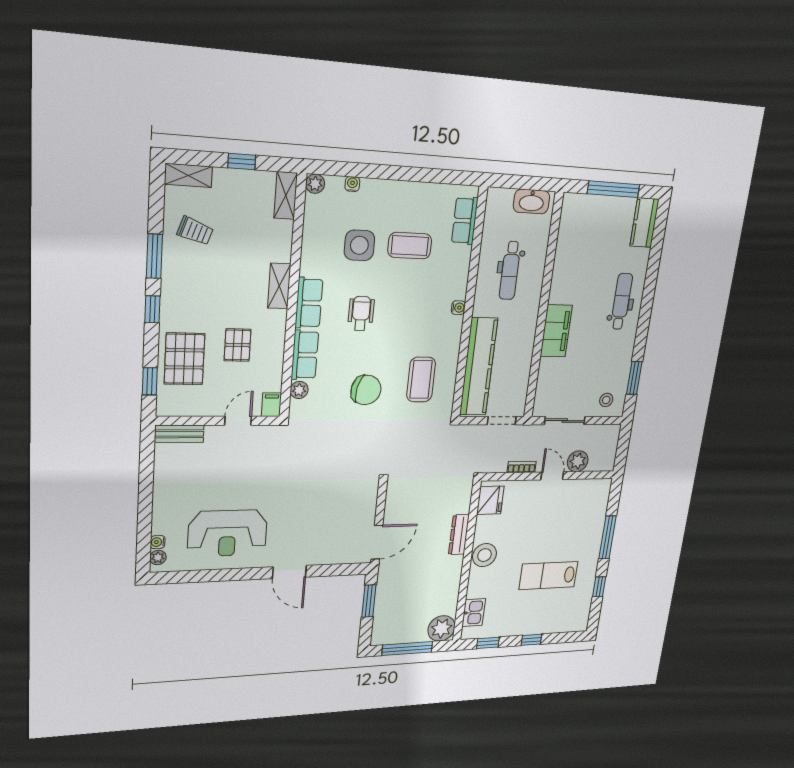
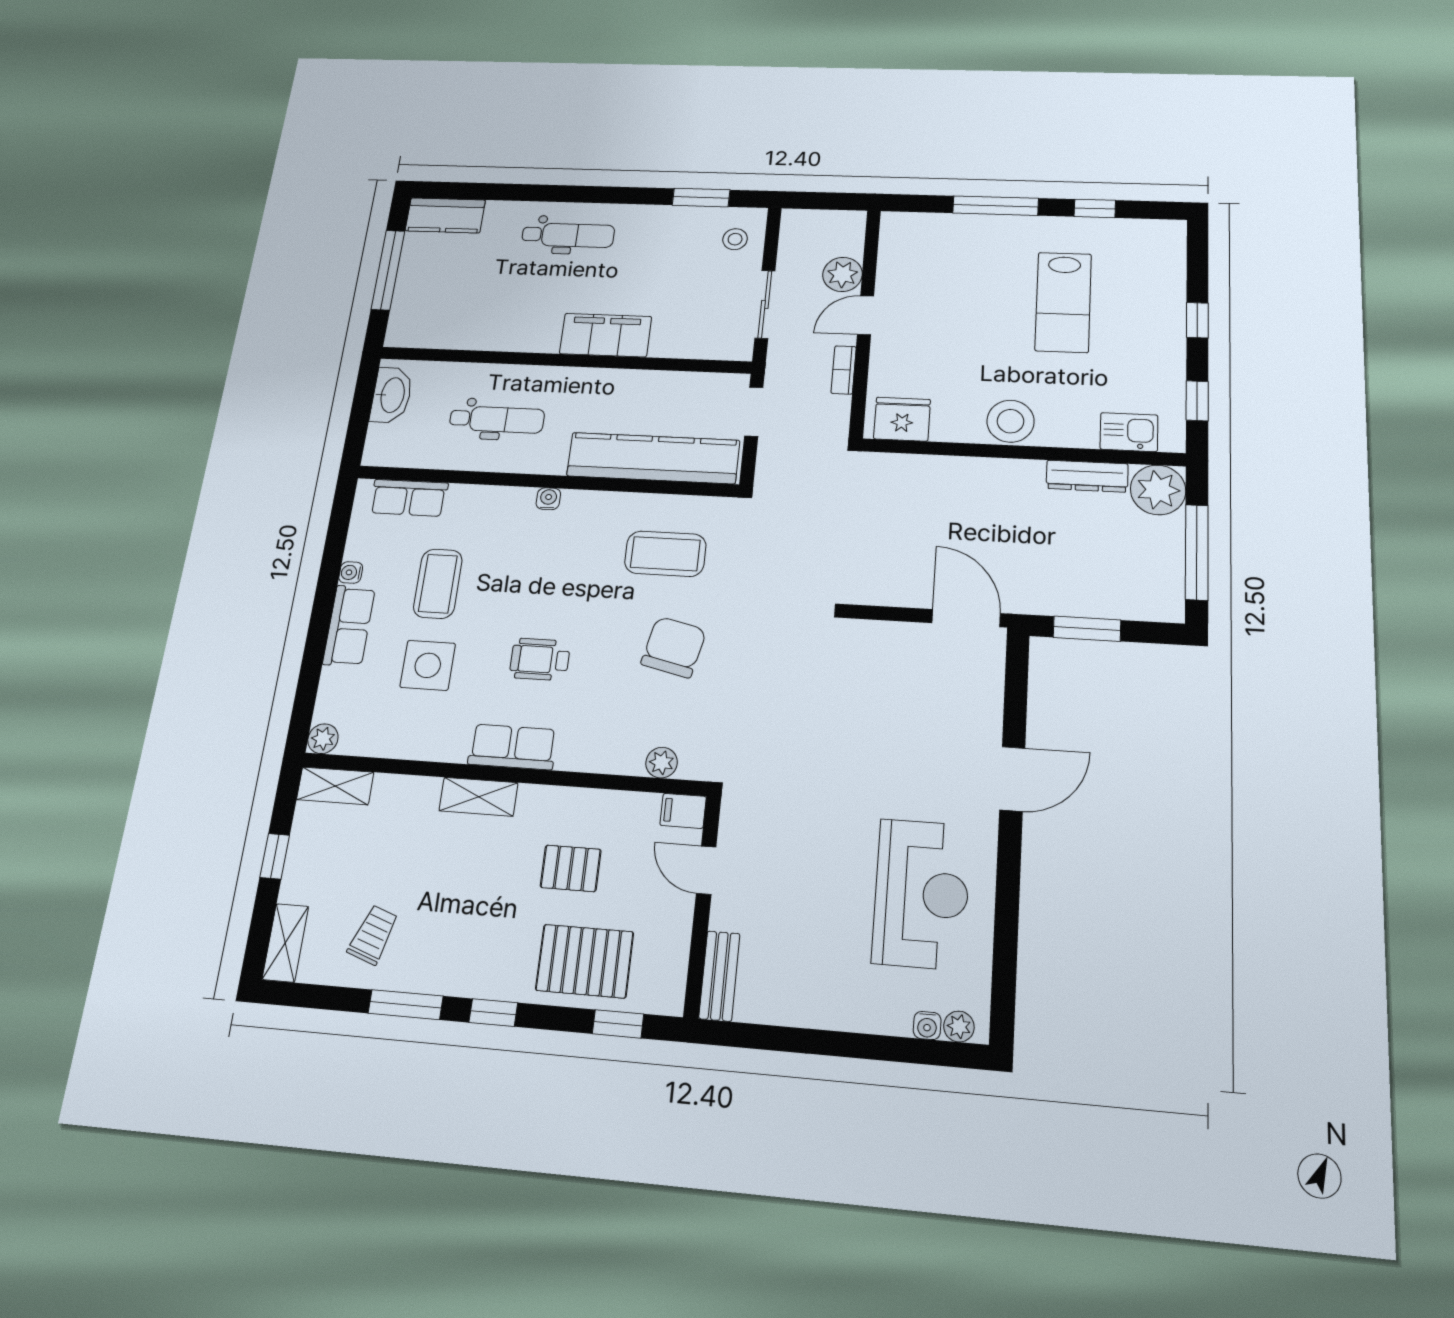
water cooler: (352, 184) -> (351, 573), moved
dental chair: (621, 301) -> (568, 235), turned 180
row of seats: (305, 355) -> (349, 626), moved, turned 90
dresser: (459, 535) -> (1087, 476), moved

